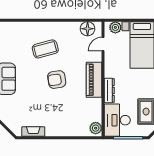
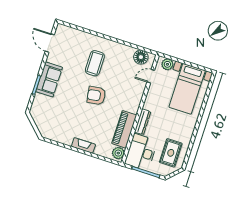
coffee table: (45, 49) -> (95, 63), turned -75
piano: (94, 80) -> (124, 129), moved
fireplace: (33, 132) -> (83, 145), moved

